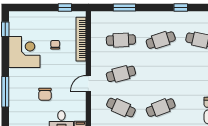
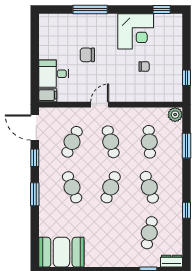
plant: (97, 18) -> (175, 115), added
bookcase: (81, 39) -> (150, 96), removed
cafe table: (161, 74) -> (111, 187), added
door: (88, 83) -> (100, 105), hinge flipped

